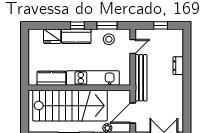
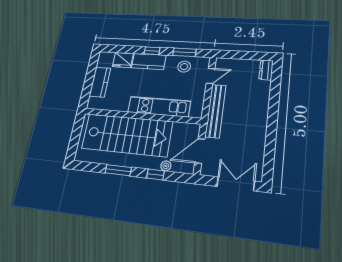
window: (161, 25) -> (246, 55), removed
dresser: (178, 66) -> (266, 70), moved
kitchen counter: (51, 78) -> (100, 82), moved, turned 90

